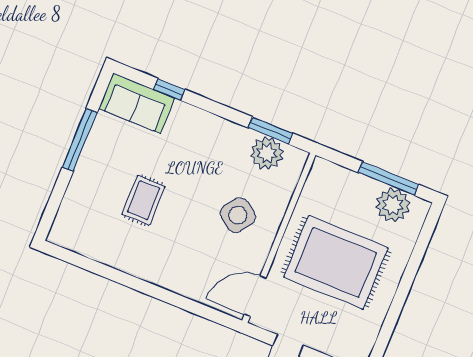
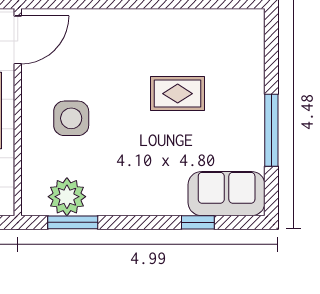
rug: (144, 200) -> (178, 94), turned 90
side table: (238, 215) -> (71, 118), turned -36

